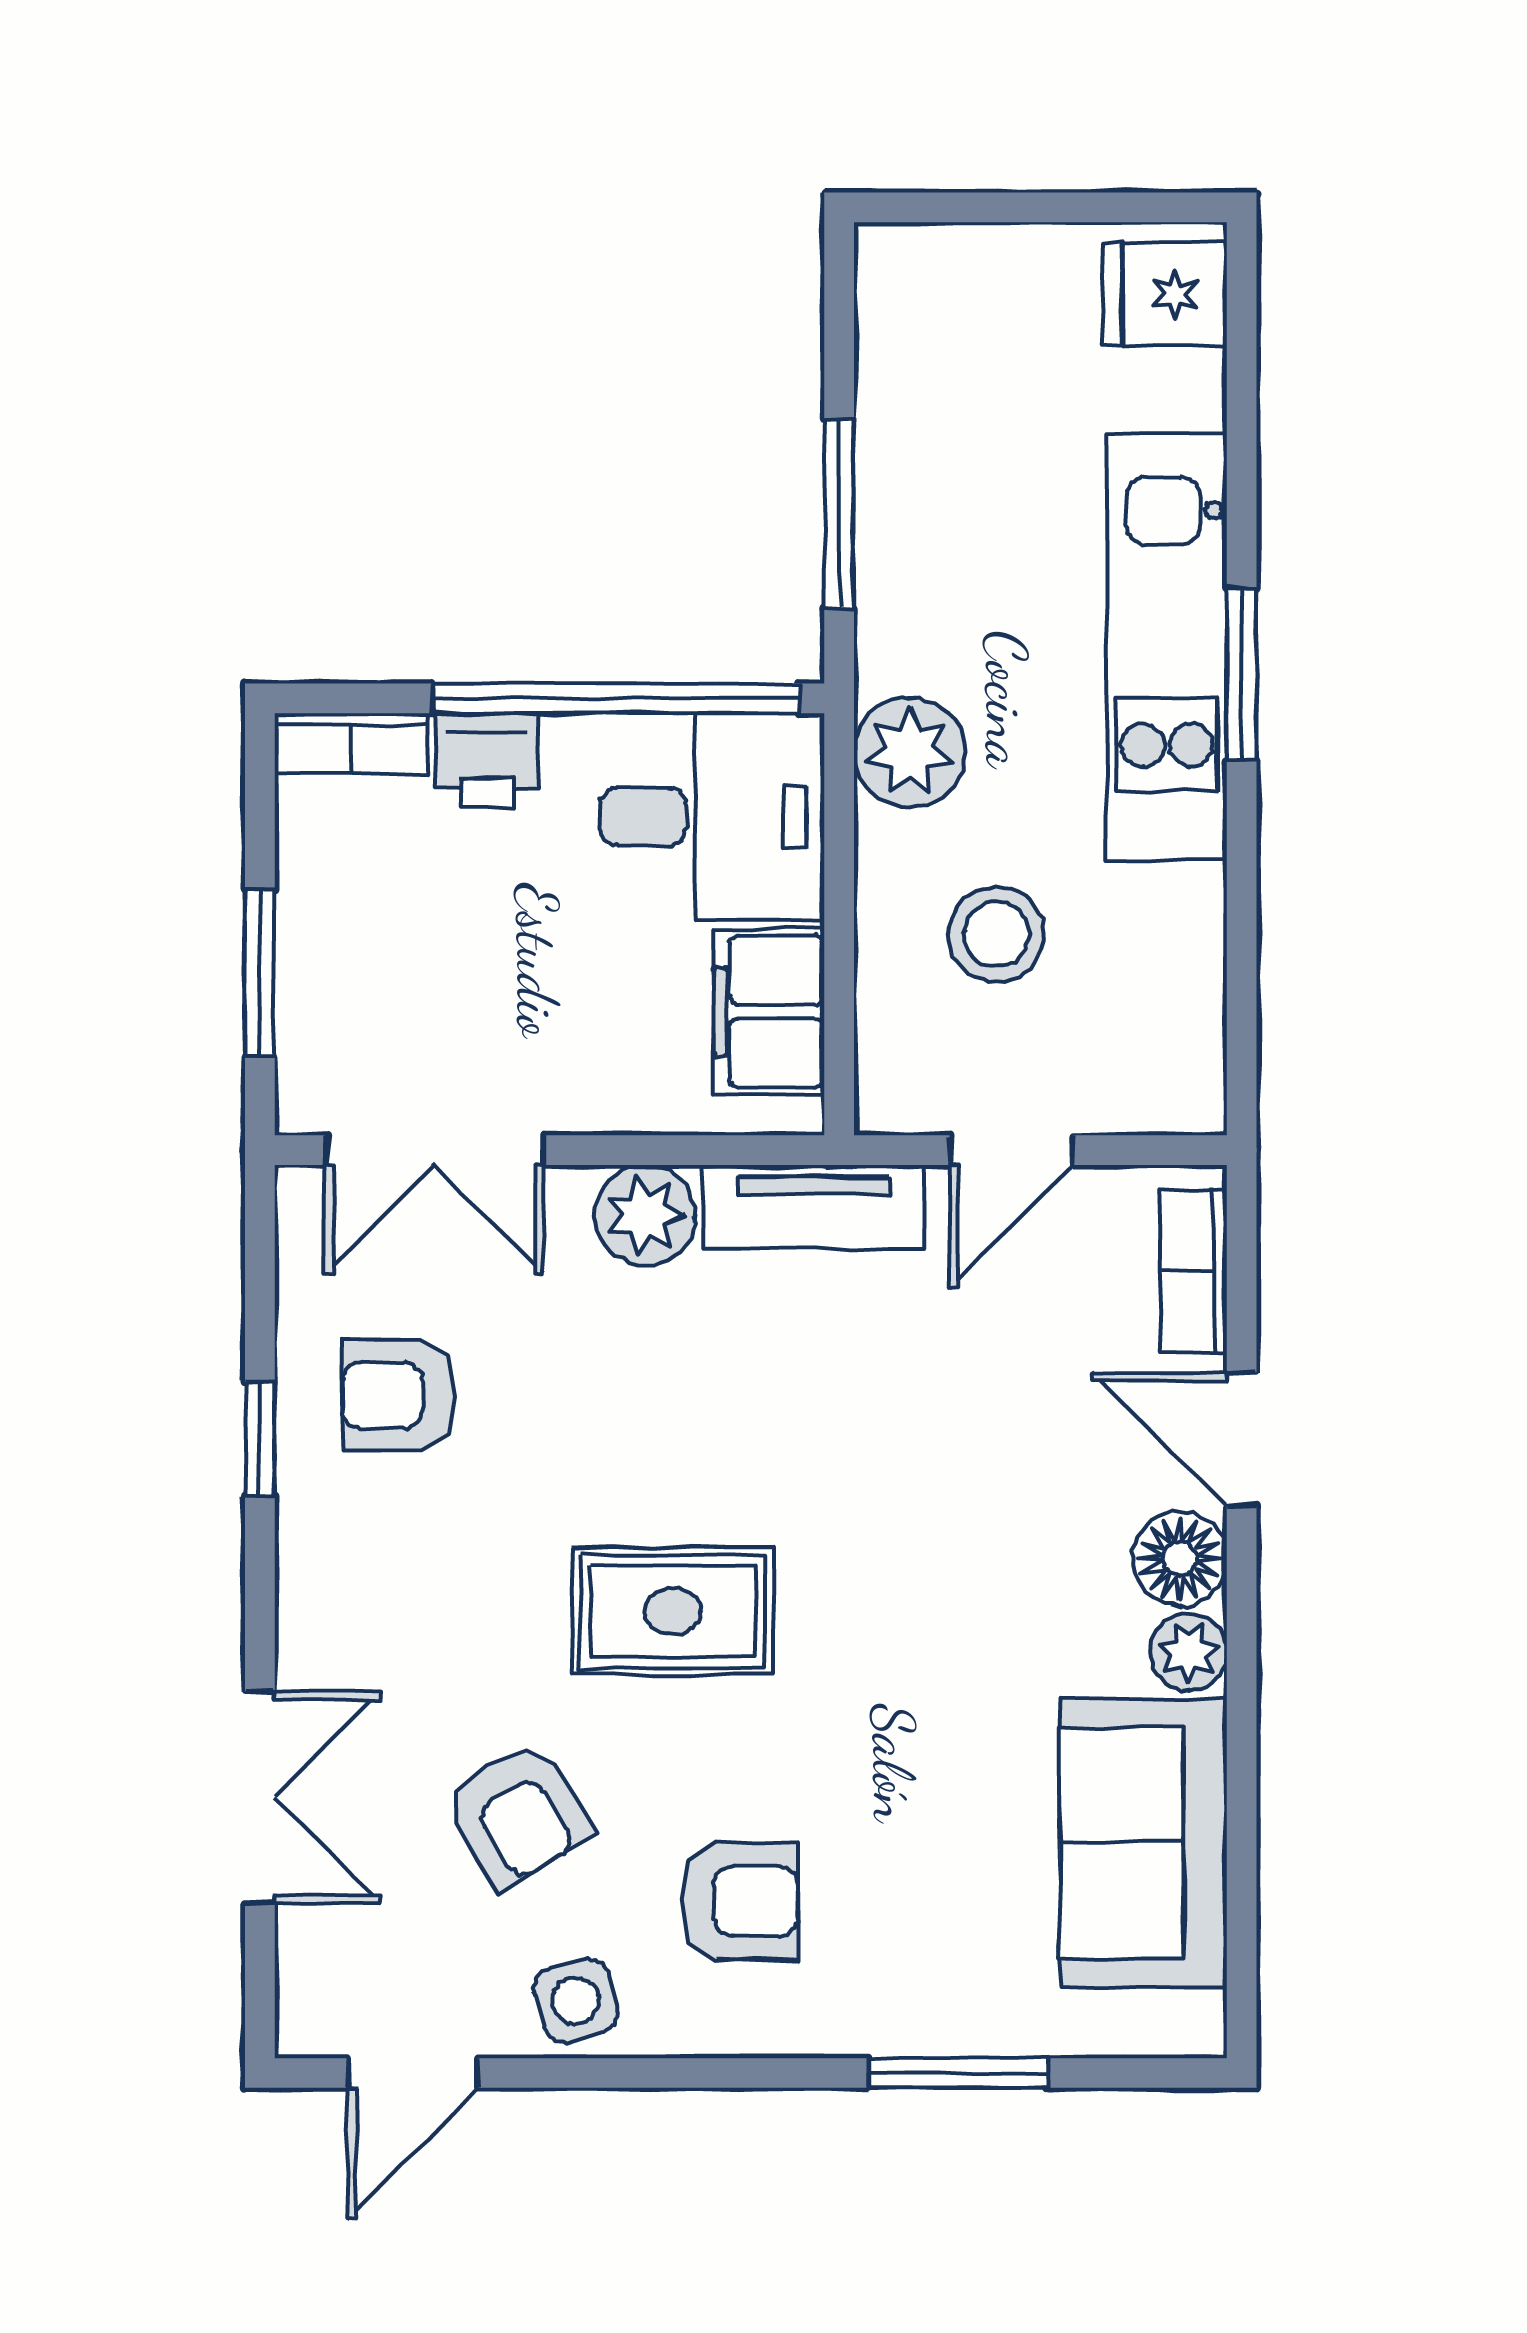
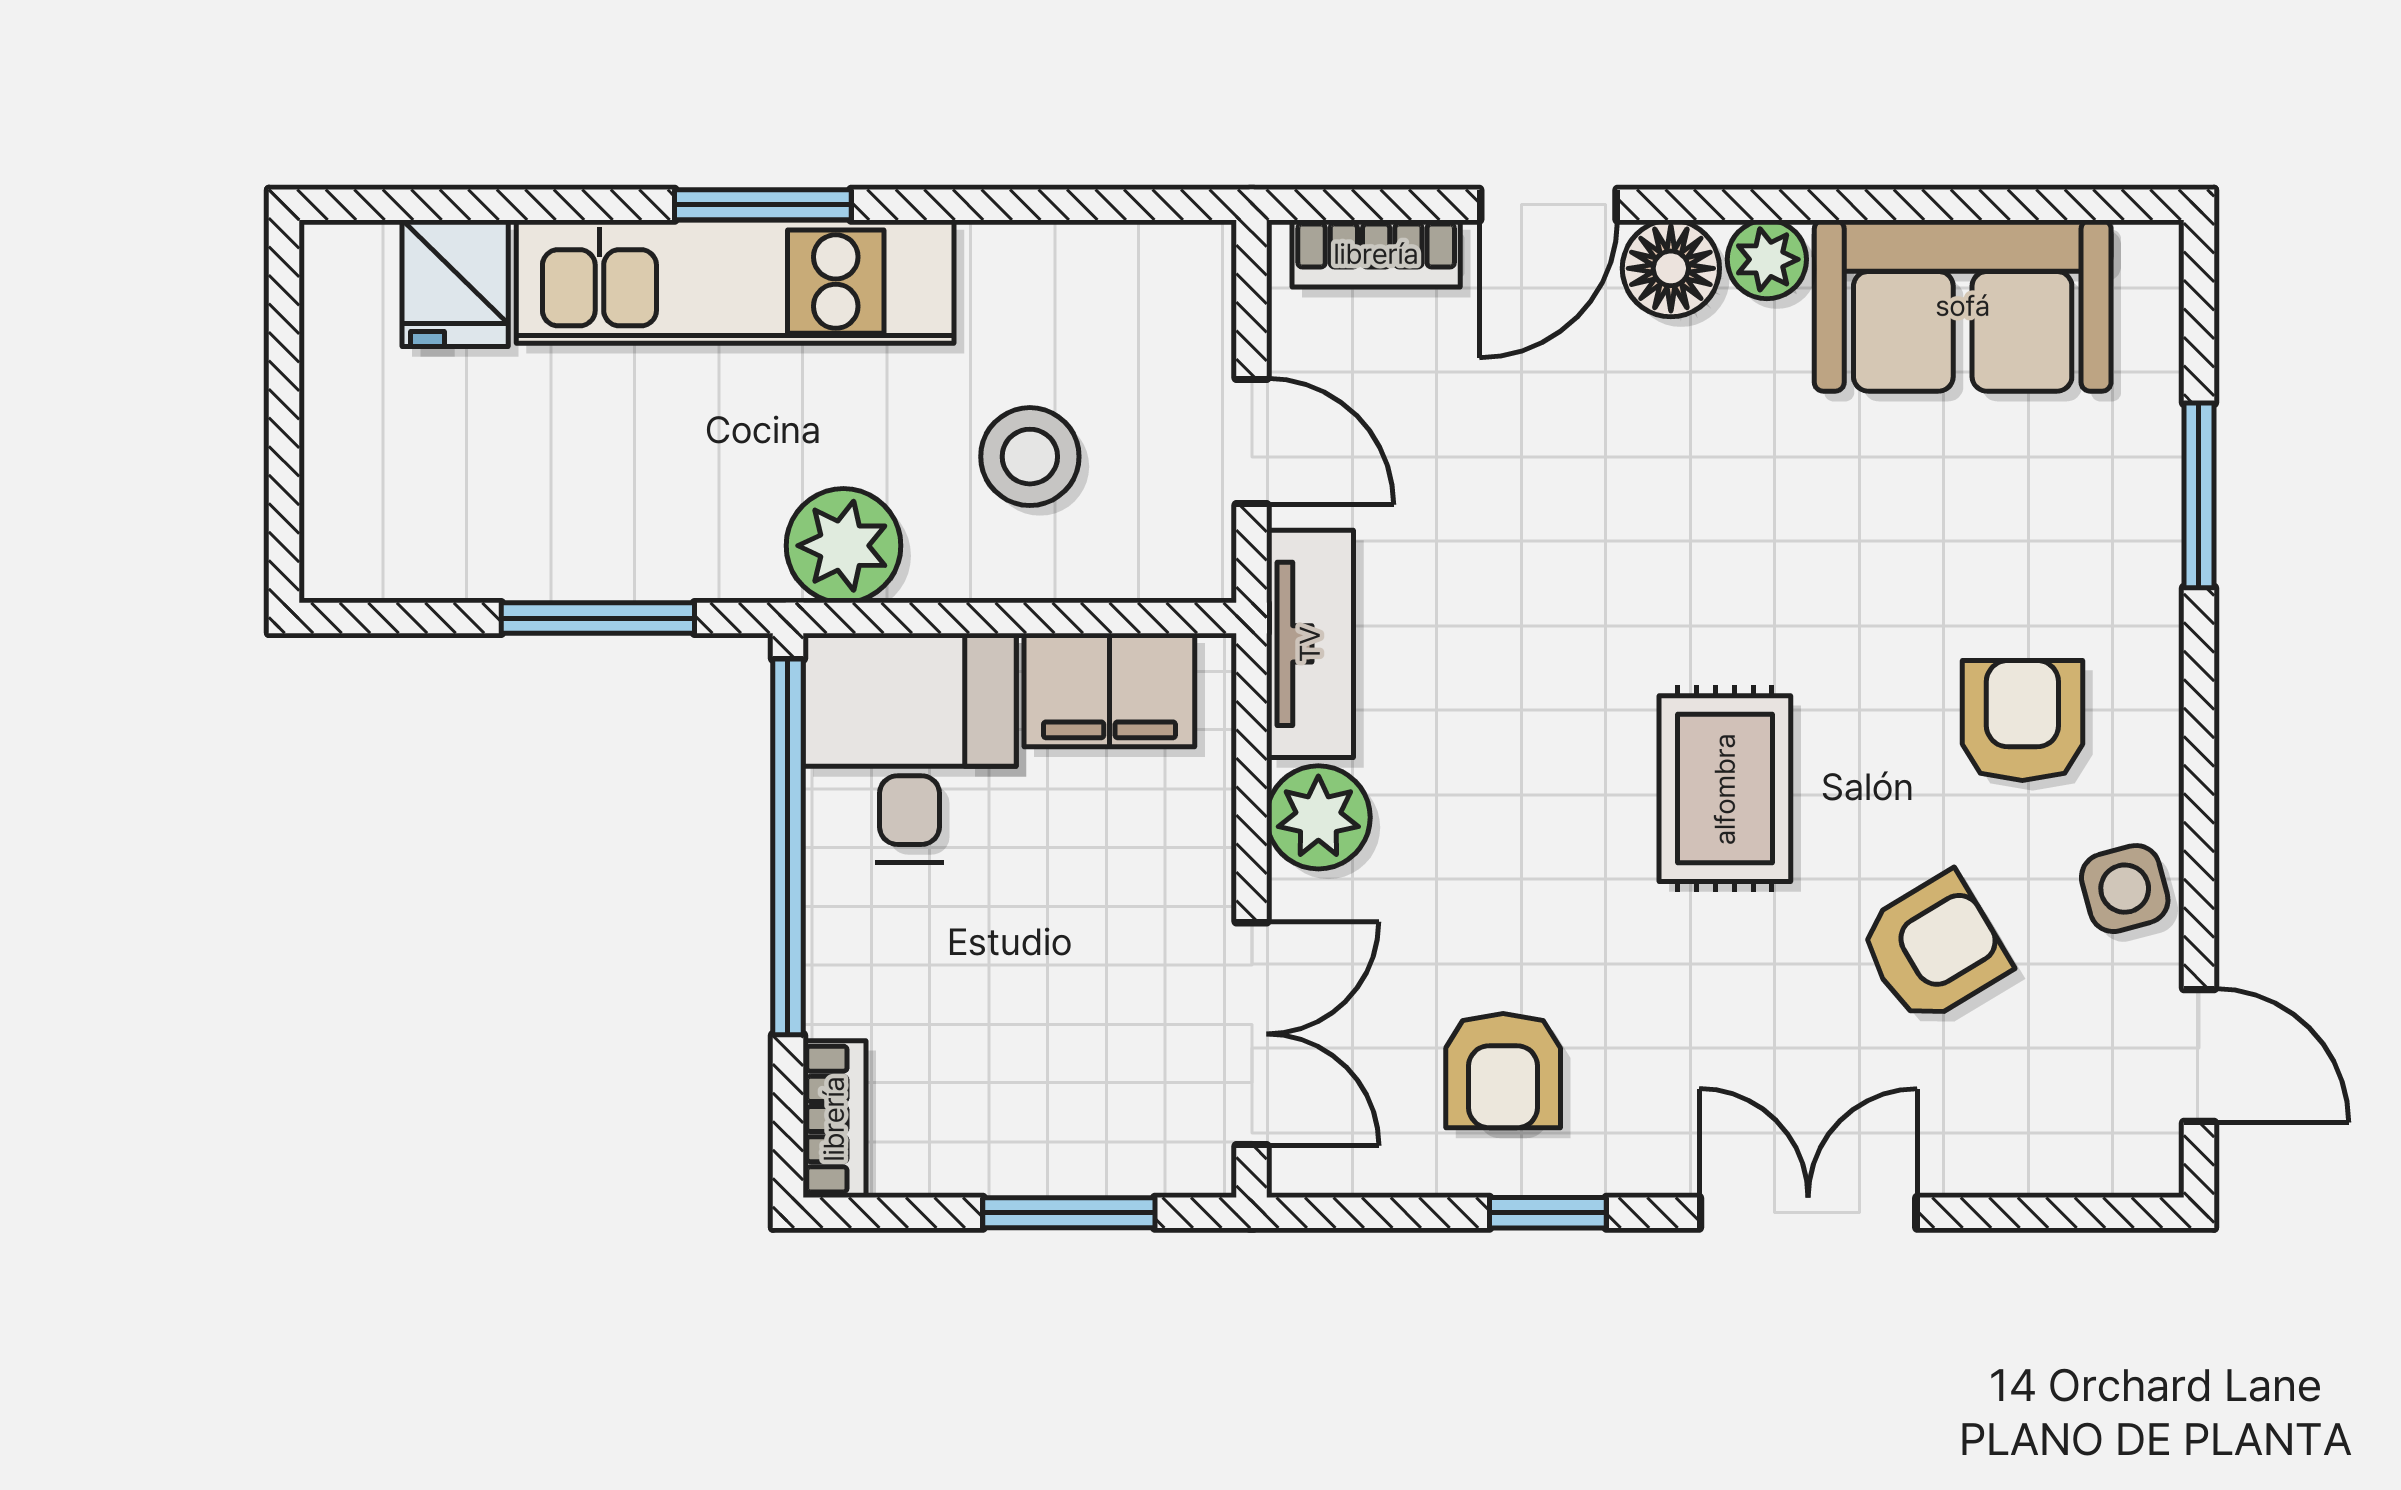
fridge: (1165, 294) -> (455, 283), moved
printer: (487, 760) -> (851, 979), removed
double door: (260, 1797) -> (1808, 1213), moved

